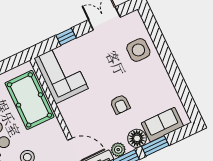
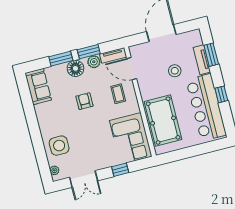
plant: (138, 22) -> (54, 170), added
coffee table: (85, 120) -> (118, 94), added
sofa: (162, 125) -> (38, 87), moved, turned -90

